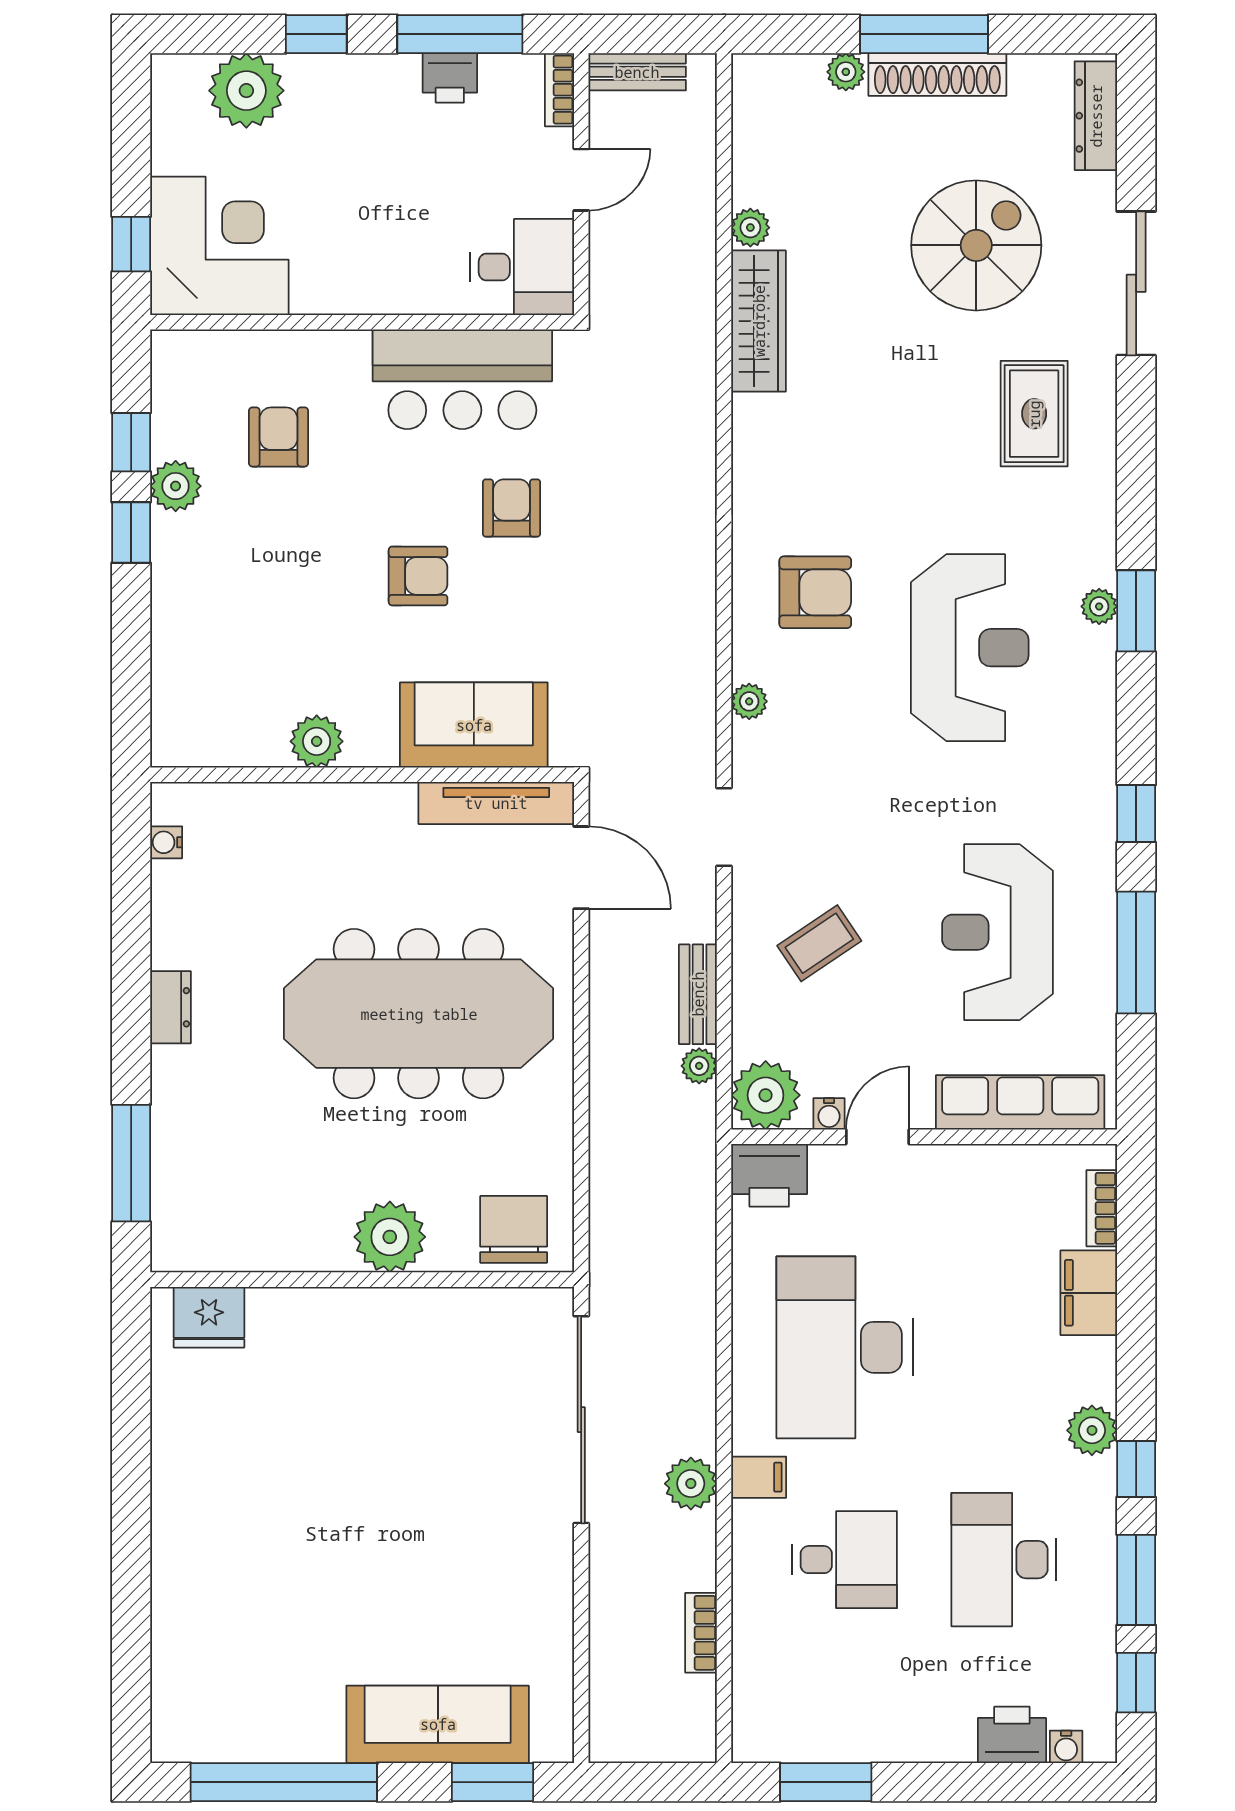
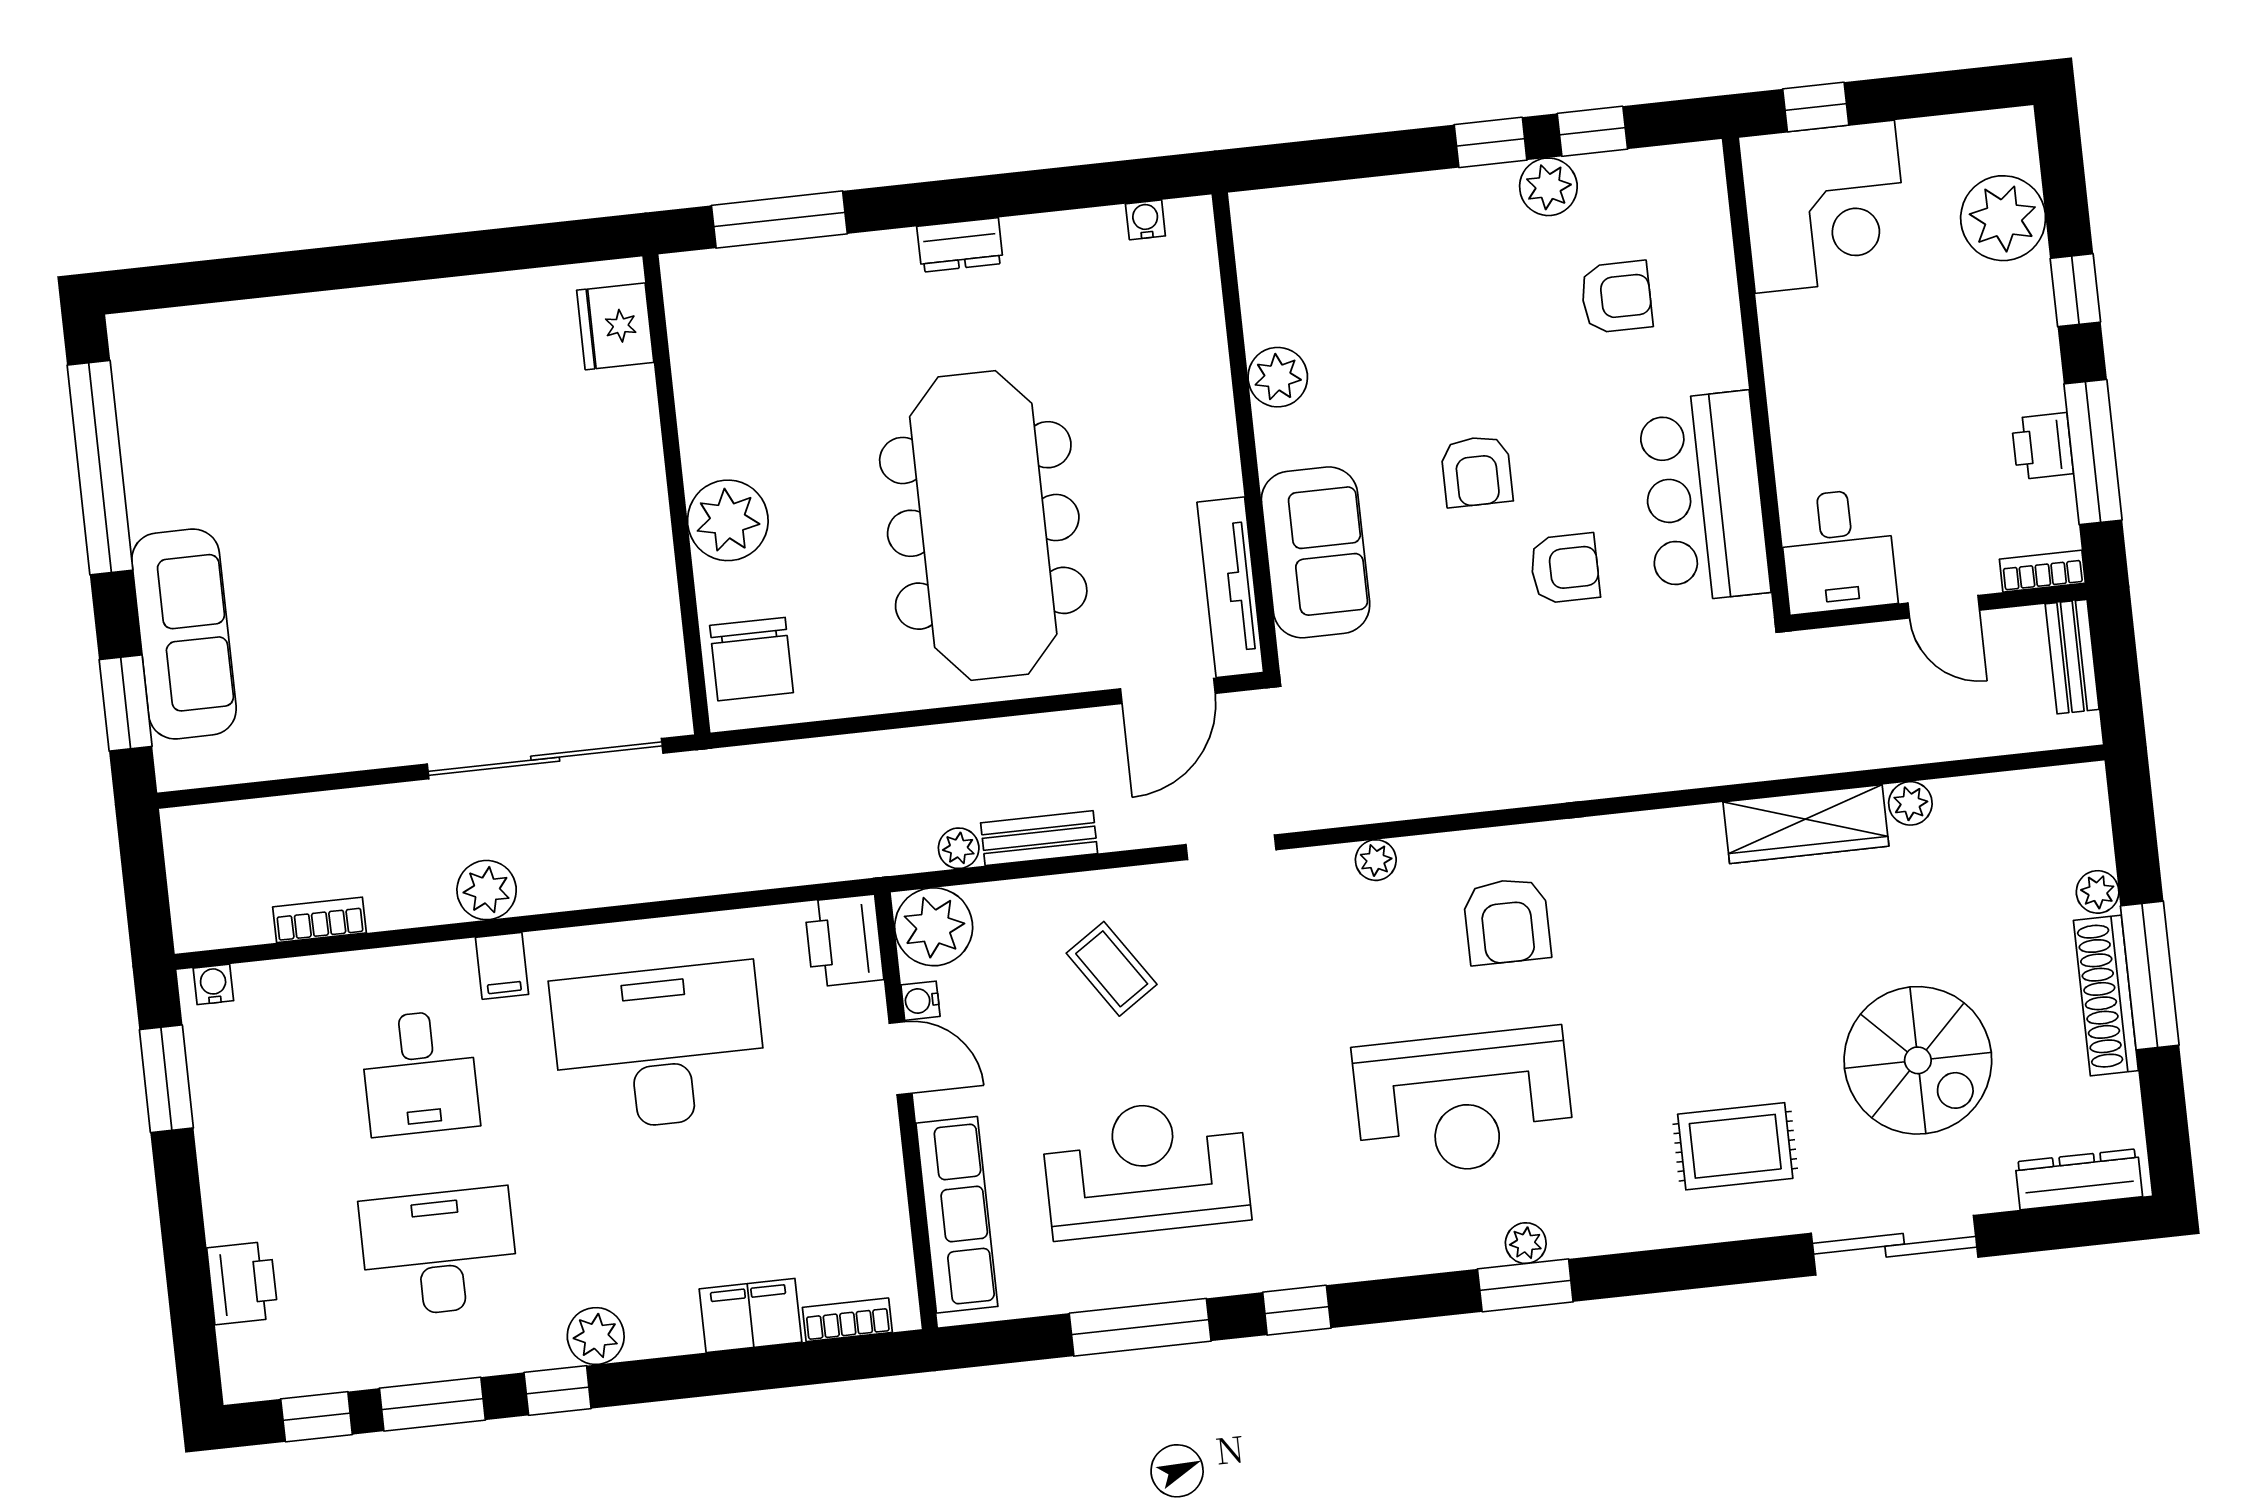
chair: (514, 1229) -> (752, 659), turned 90
water cooler: (1066, 1747) -> (213, 984), moved, turned 90

